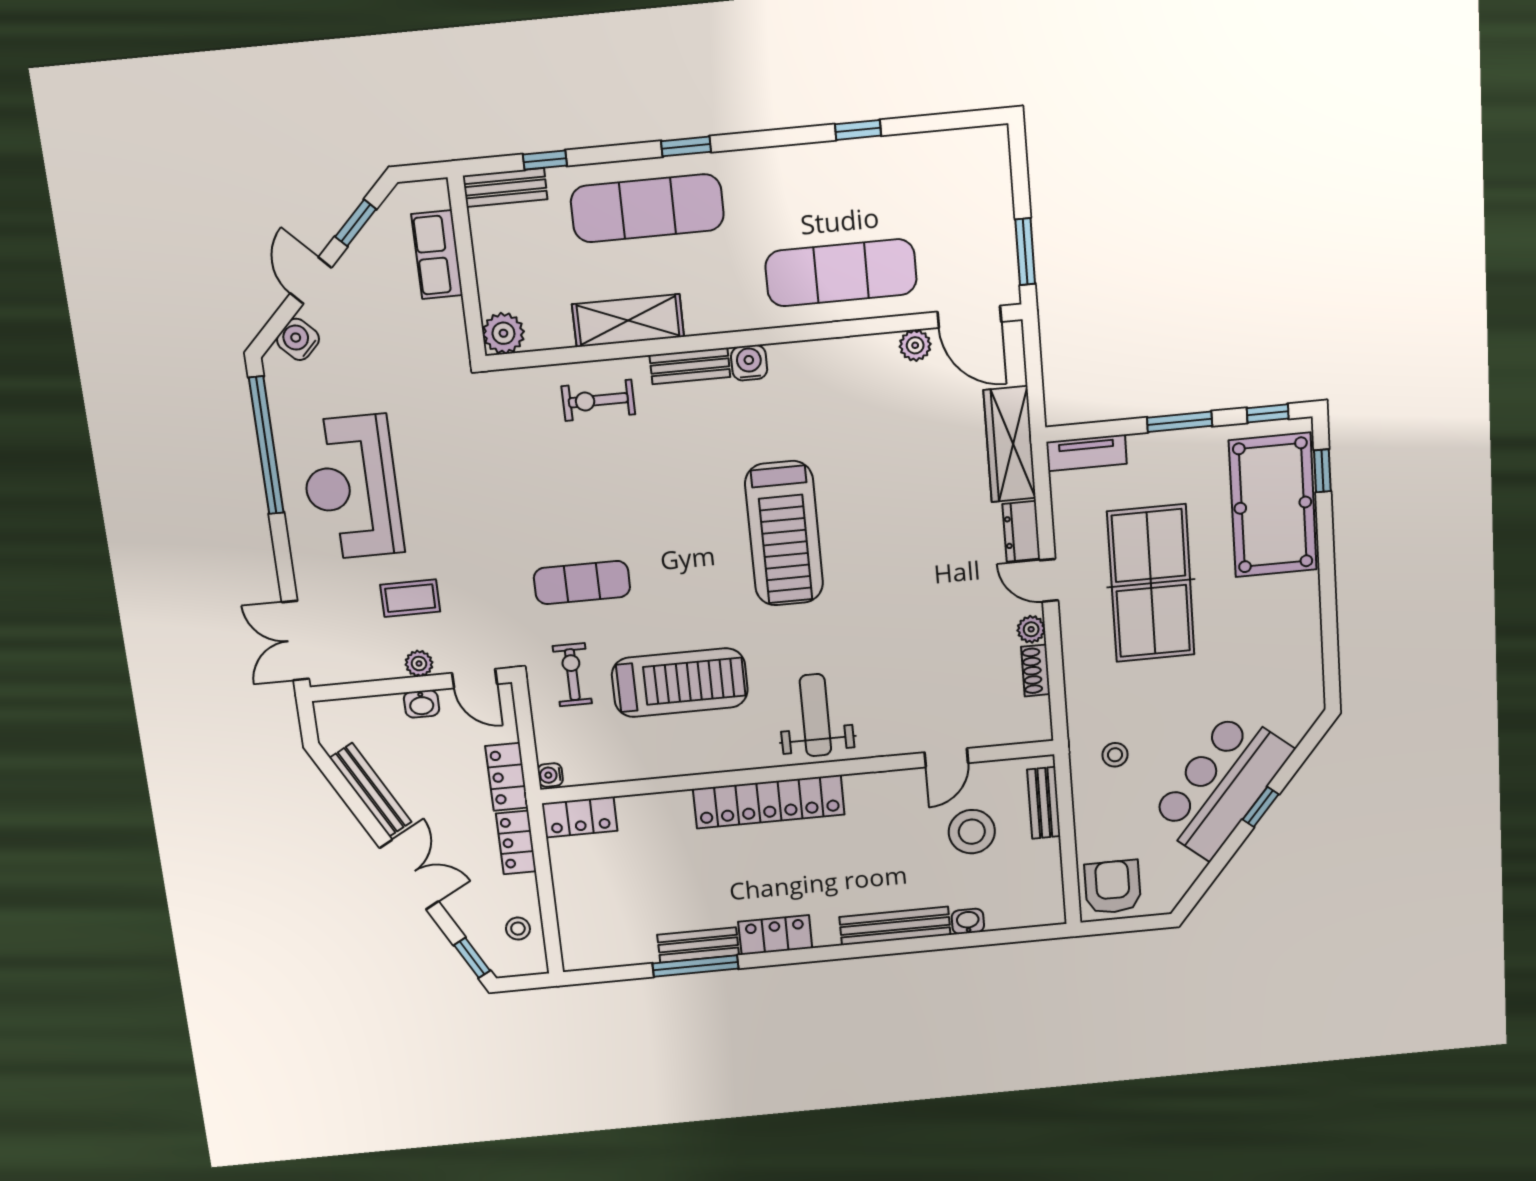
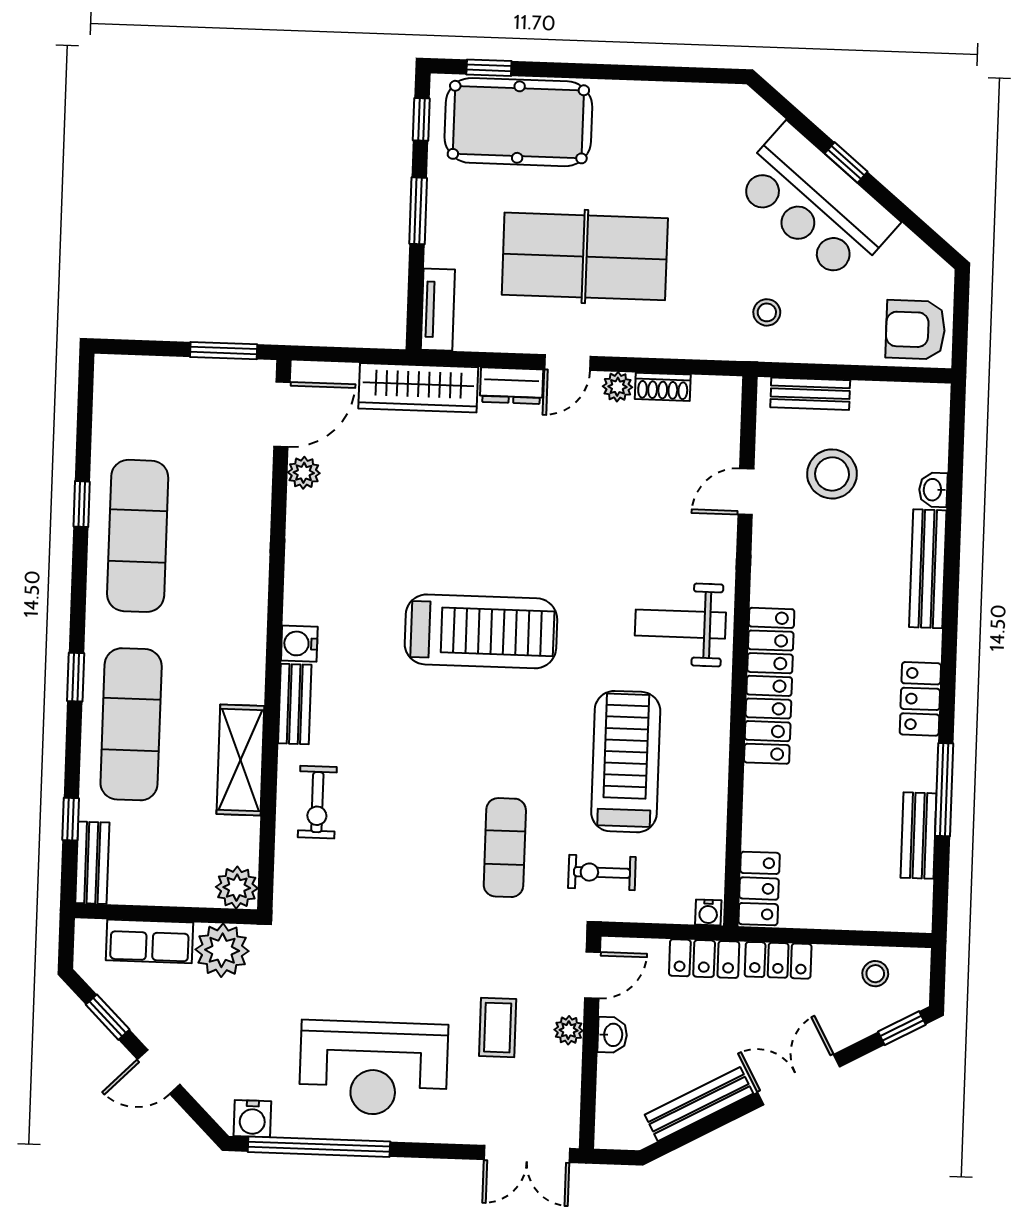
exercise mat: (841, 273) -> (138, 536), moved
plant: (440, 327) -> (222, 950), added
water cooler: (298, 339) -> (252, 1119), moved, turned -45
door: (946, 758) -> (746, 492), swing flipped
bench: (698, 945) -> (919, 836), moved

